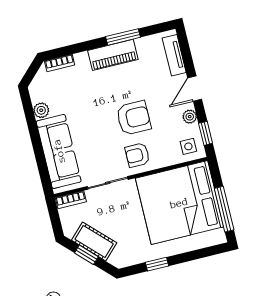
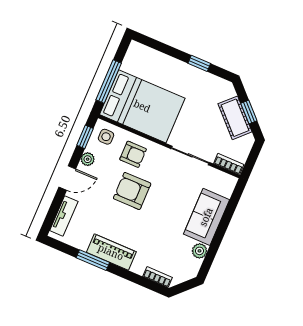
sofa: (59, 151) -> (206, 217), width x0.73
armchair: (137, 155) -> (133, 154), moved
bed: (179, 203) -> (142, 106), width x0.73
window: (224, 209) -> (109, 82), moved

